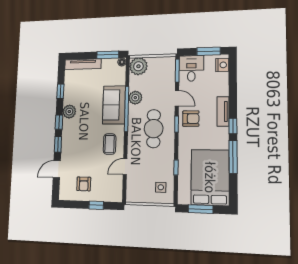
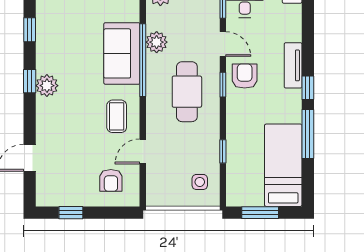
plant: (69, 112) -> (47, 86), moved
armchair: (191, 119) -> (245, 76), turned -90
window: (58, 144) -> (30, 118), removed
bed: (210, 177) -> (283, 165), width x0.67
armchair: (84, 184) -> (111, 180), moved
window: (96, 205) -> (71, 213), moved

